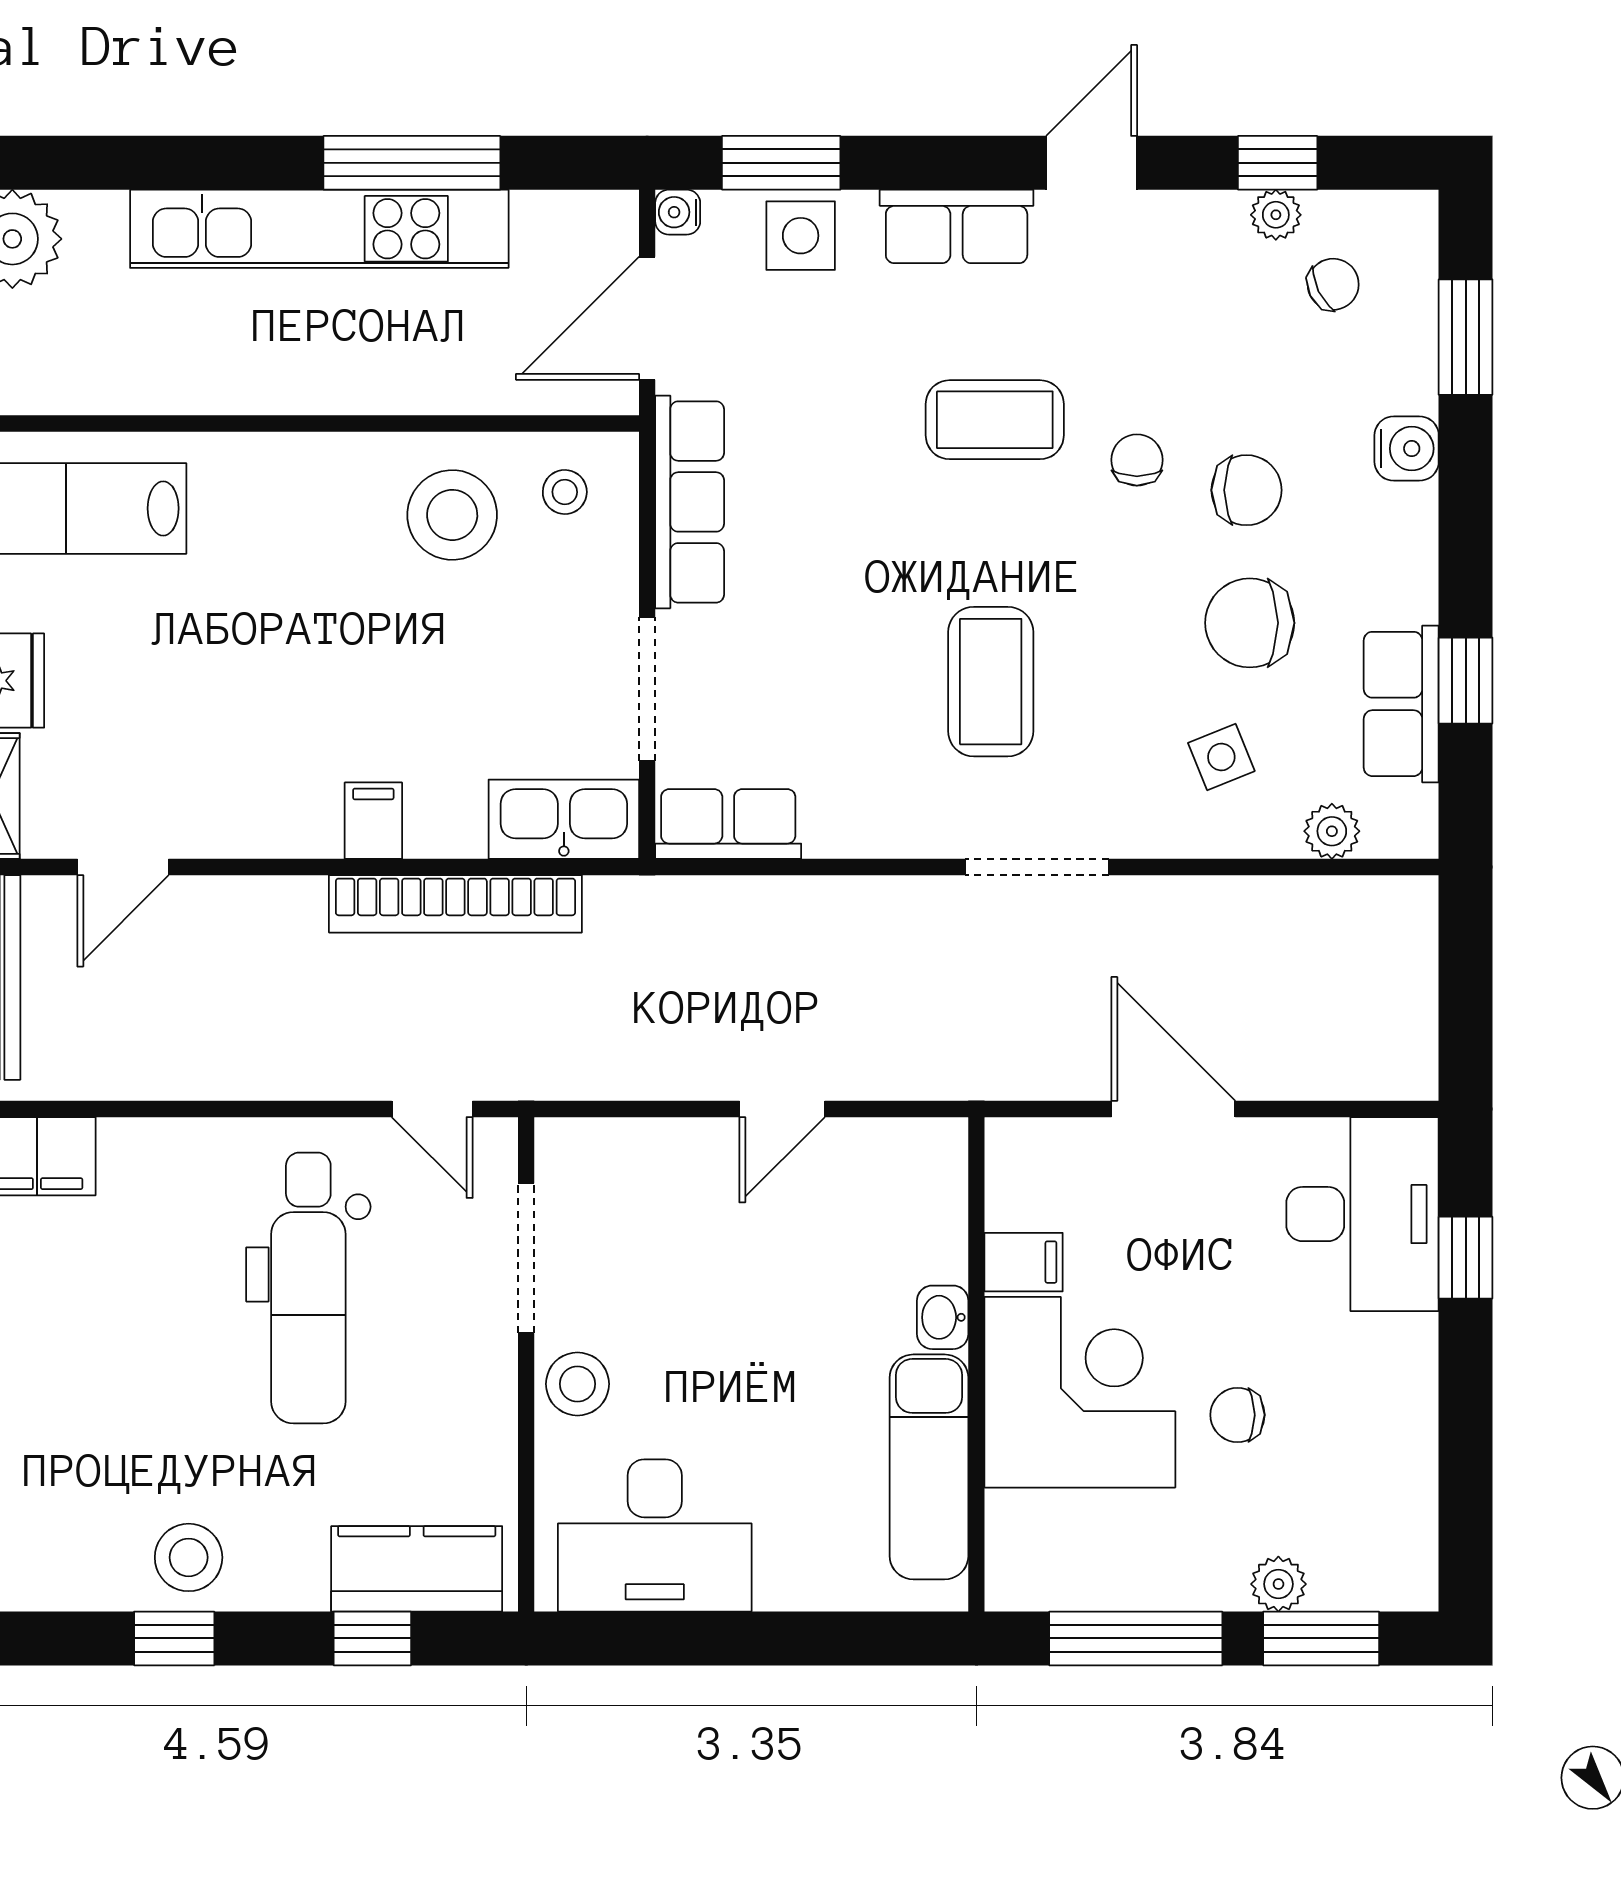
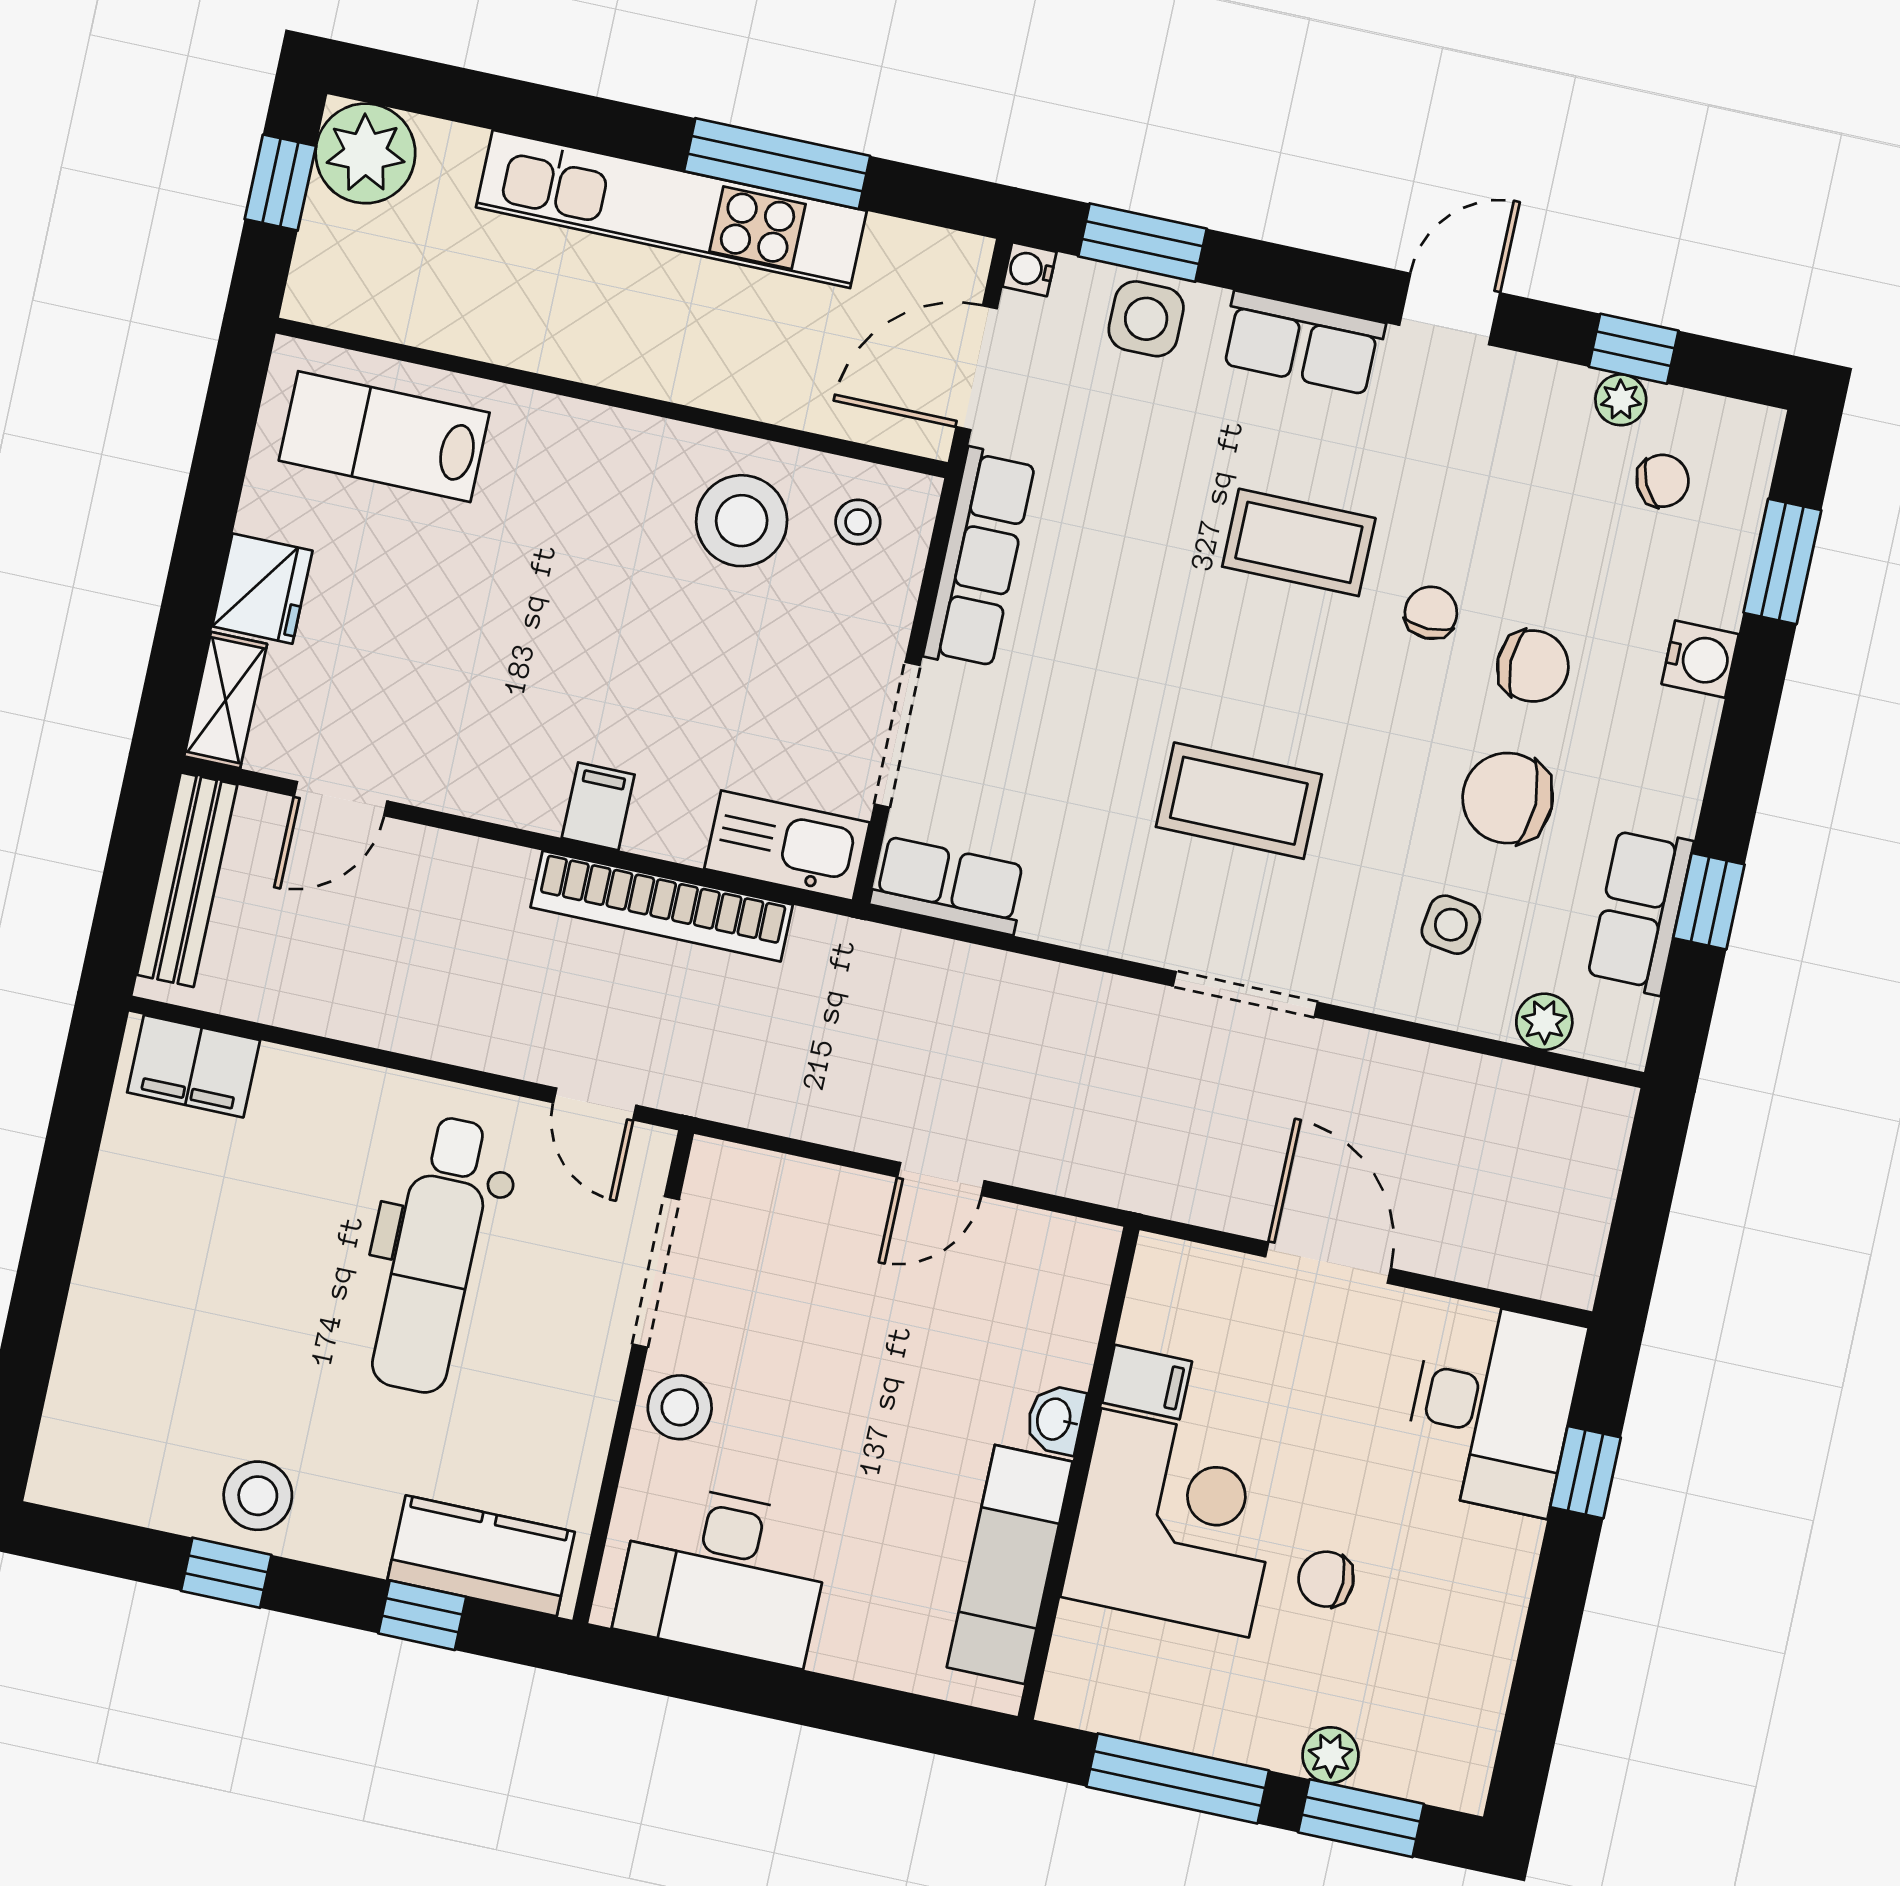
coffee table: (991, 682) -> (1239, 801), turned 90
side table: (1221, 757) -> (1451, 925), turned 30

